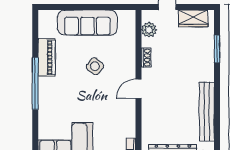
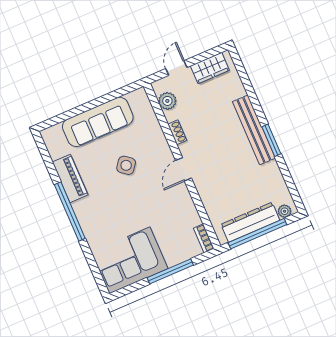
window: (217, 49) -> (271, 140), moved
bench: (207, 112) -> (254, 130), moved

